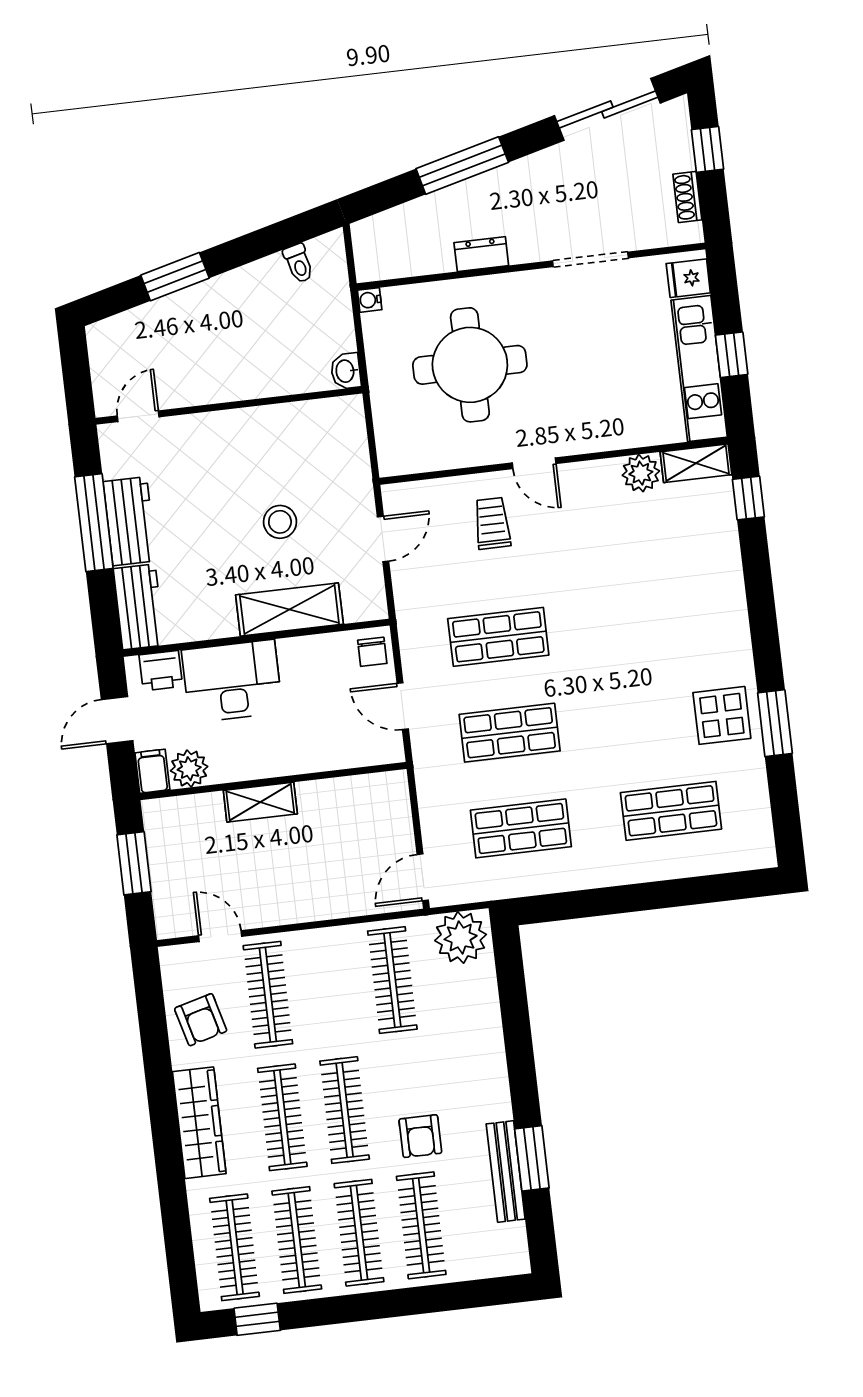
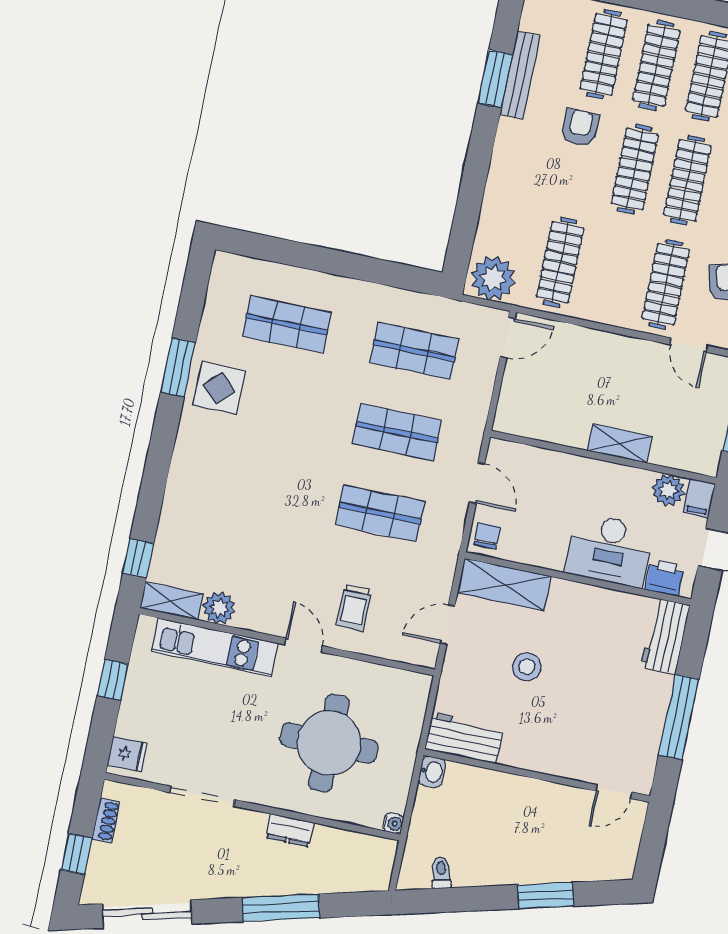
kitchen unit: (699, 369) -> (215, 647), moved, turned 90
workbench: (130, 521) -> (464, 738), moved, turned 90
shelving: (289, 610) -> (504, 585), moved

